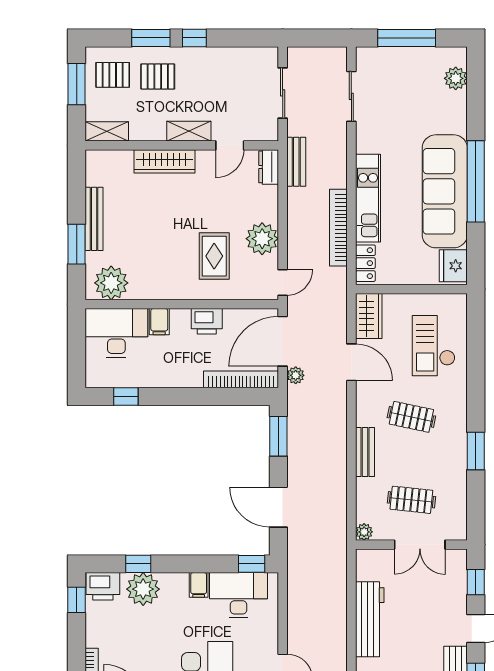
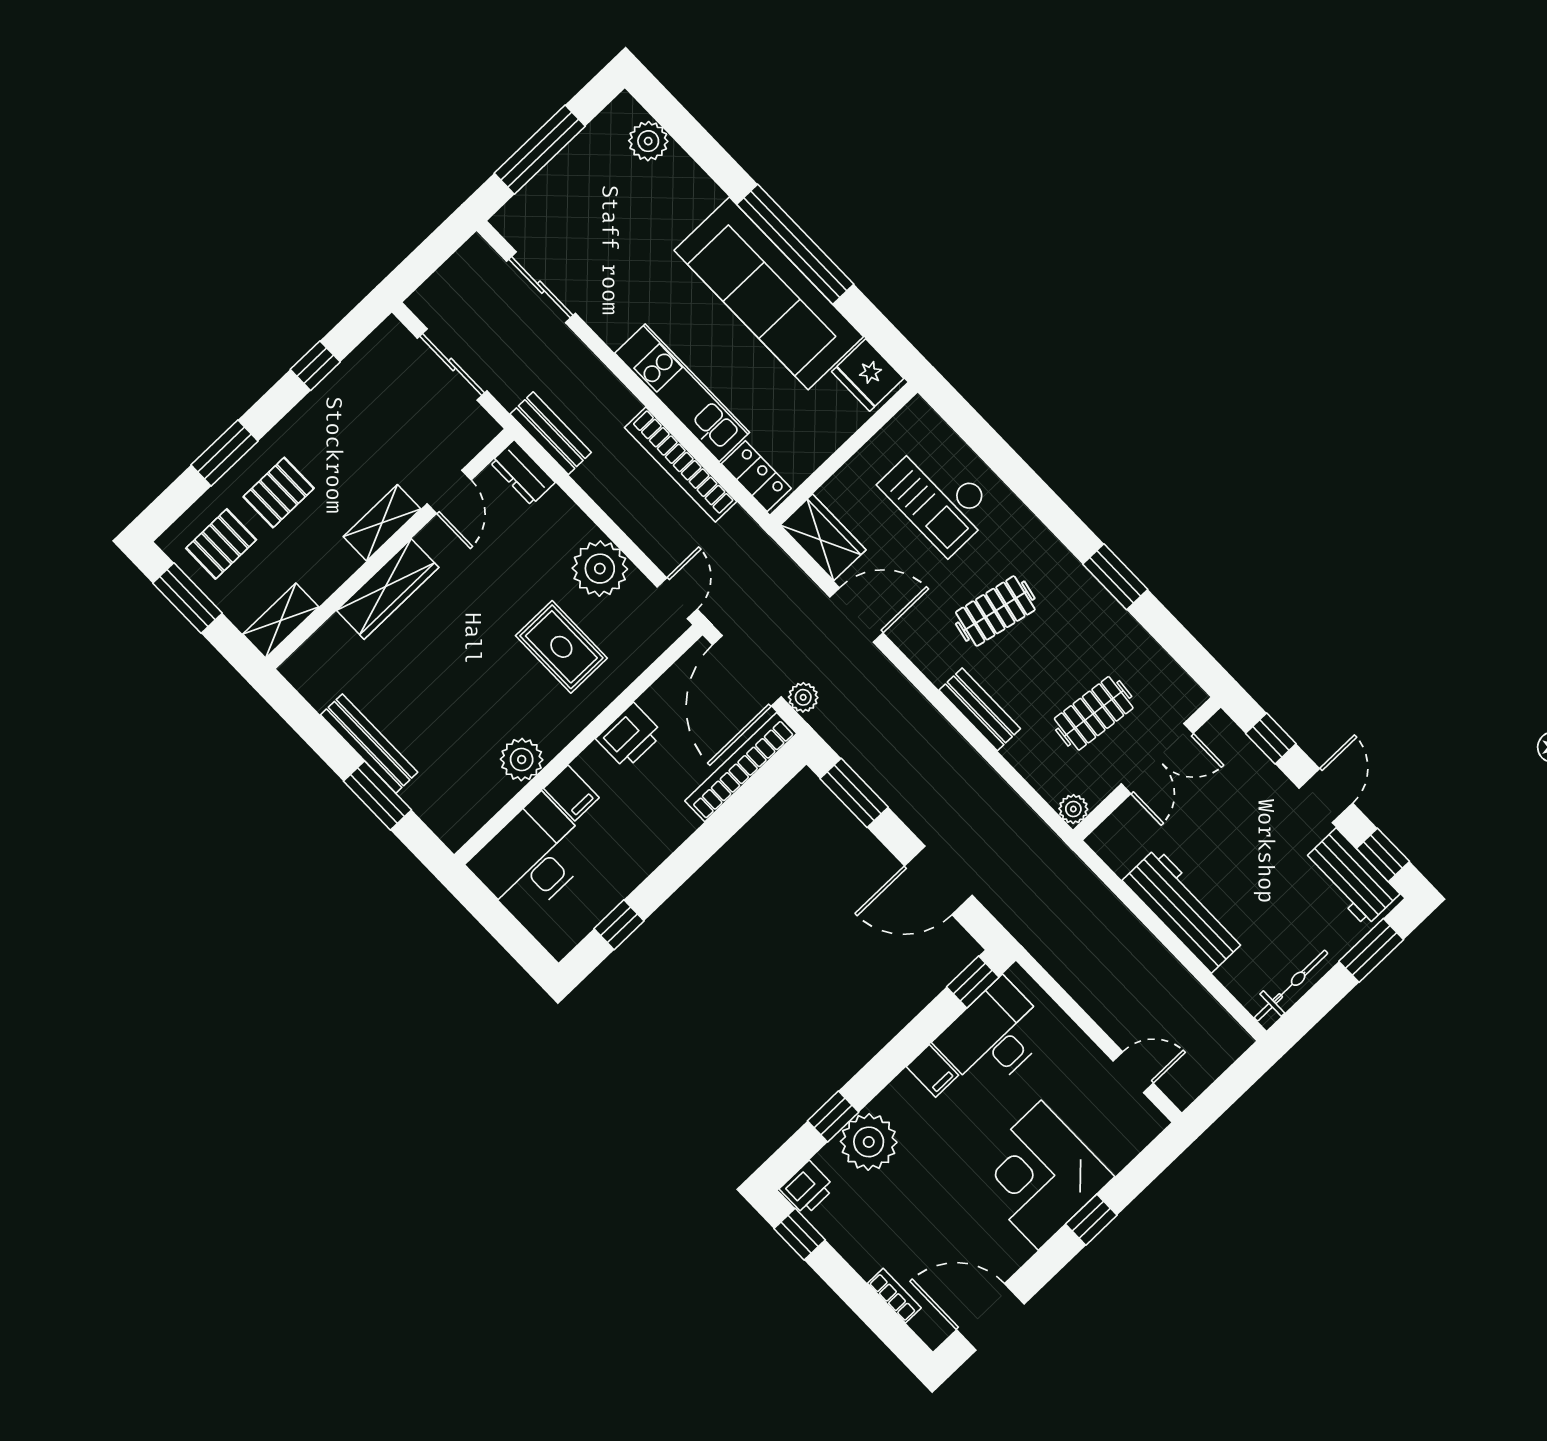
window: (194, 38) -> (315, 366), moved
plant: (111, 283) -> (522, 760), moved, width x0.73, depth x0.73
printer: (103, 586) -> (807, 1188), width x0.73, depth x0.81

